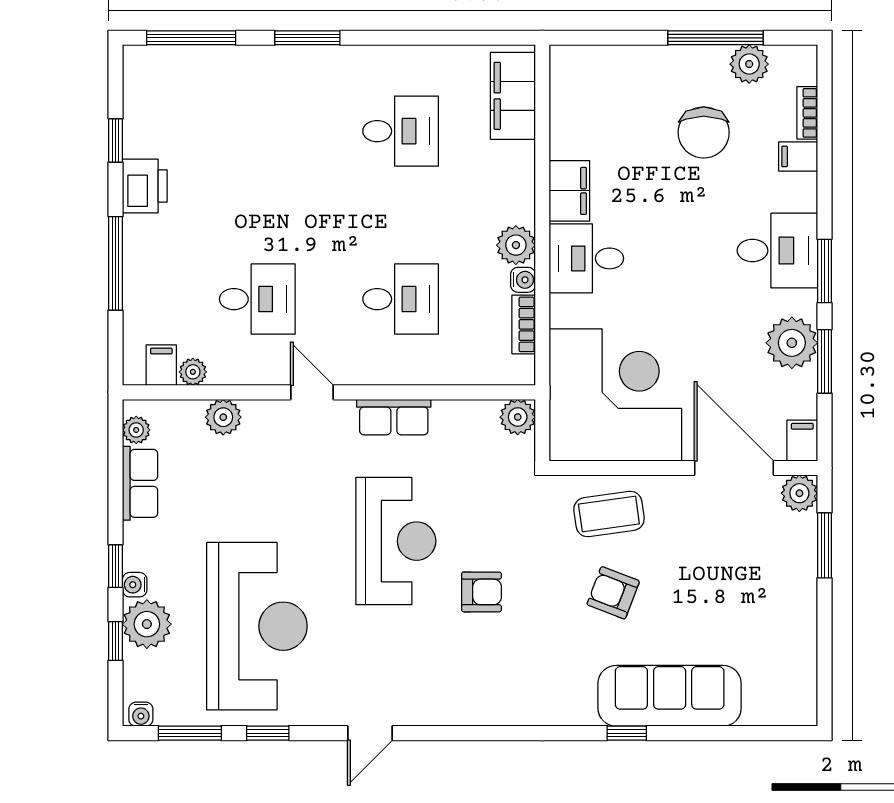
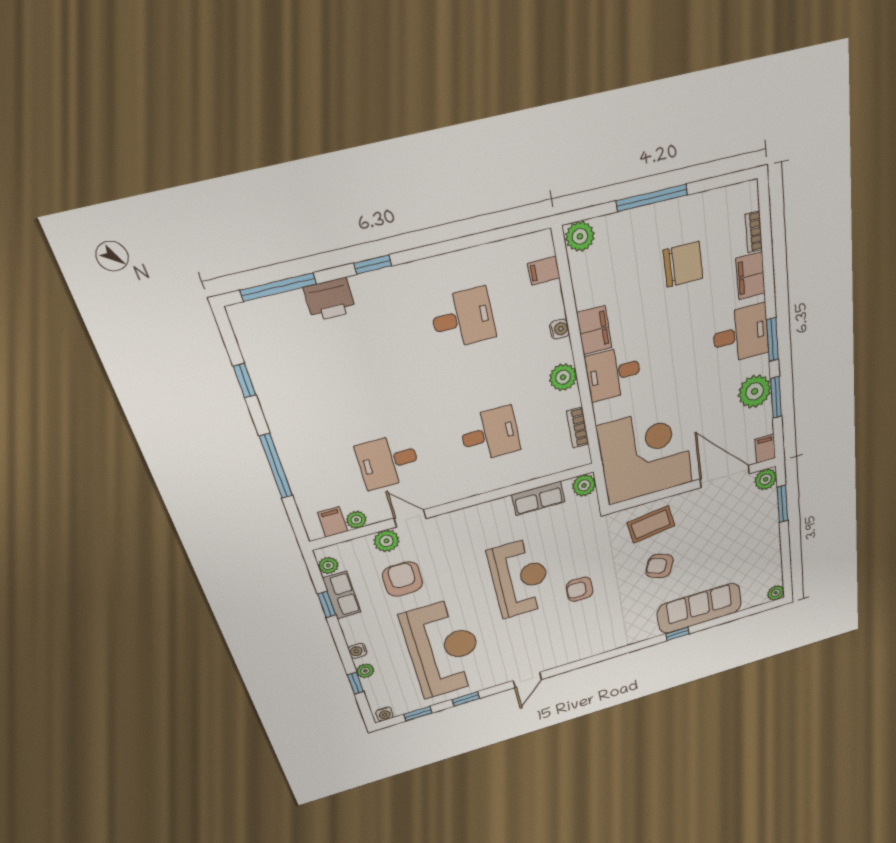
window: (307, 38) -> (373, 265), width x0.67
window: (715, 38) -> (652, 198), moved
plant: (749, 64) -> (580, 236), moved
filing cabinet: (513, 96) -> (544, 271), width x0.33, depth x0.86
chair: (704, 132) -> (683, 264), turned -90
filing cabinet: (798, 156) -> (751, 276), width x2.00
printer: (145, 186) -> (330, 299), moved, turned 90
water cooler: (523, 280) -> (560, 329), moved
desk: (257, 299) -> (388, 462), turned 180
door: (312, 392) -> (410, 518), moved
row of seats: (394, 417) -> (538, 498), moved
armchair: (229, 486) -> (403, 579), added
window: (116, 566) -> (327, 605), moved
armchair: (481, 592) -> (579, 589), turned 180
plant: (147, 624) -> (365, 671), width x0.53, depth x0.53
plant: (803, 712) -> (776, 593), added
window: (190, 733) -> (418, 714), width x0.67

